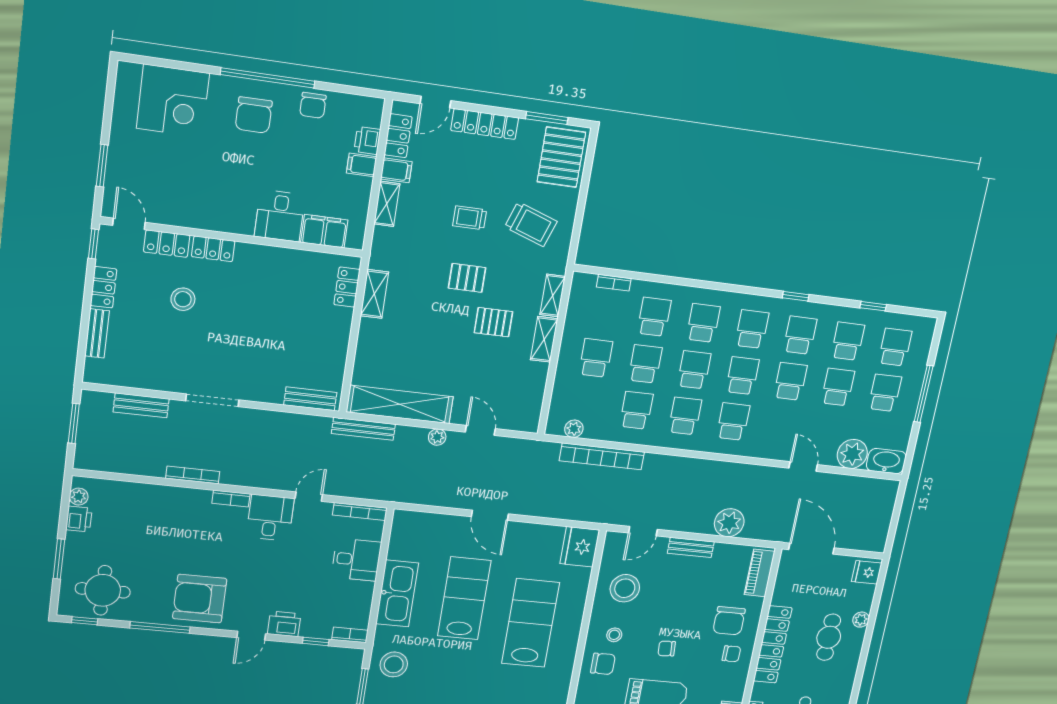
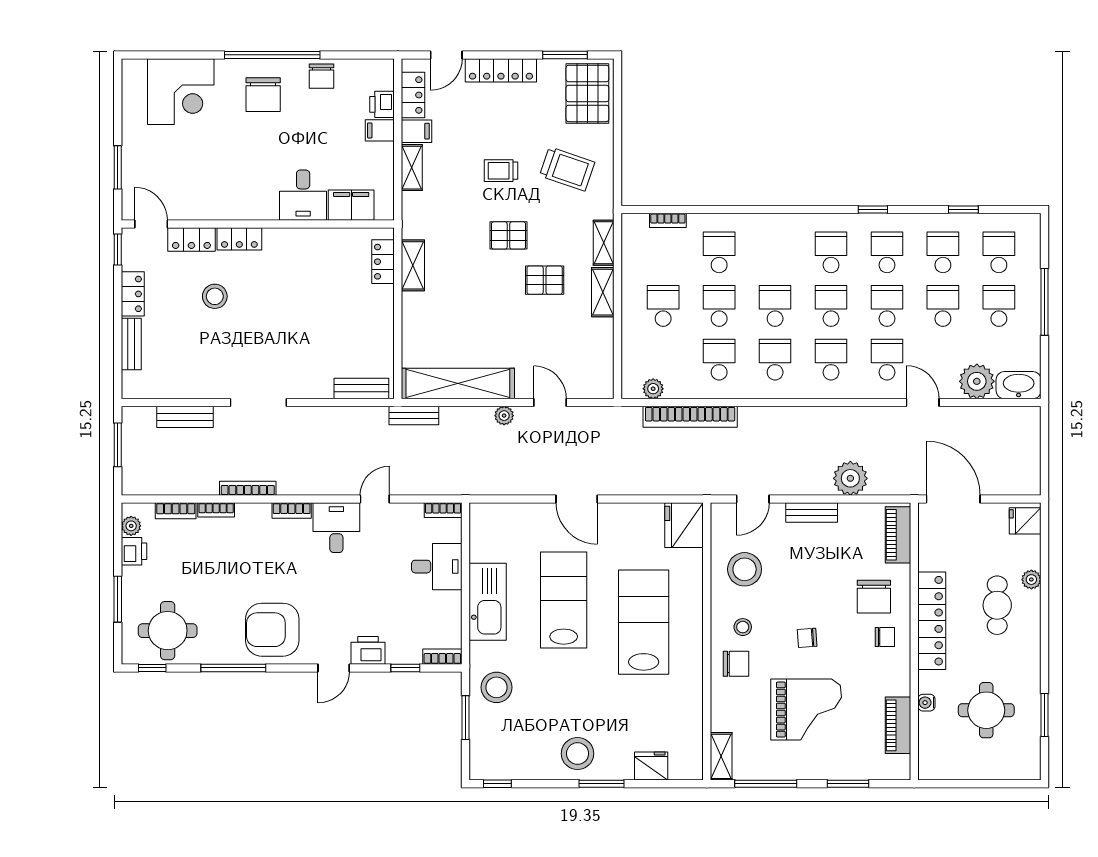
school desk: (703, 323) -> (887, 360), moved
bench: (363, 429) -> (414, 416), width x0.73
bookcase: (122, 488) -> (176, 511), added
bookcase: (161, 491) -> (216, 510), added
bookcase: (360, 511) -> (443, 510), width x0.64

